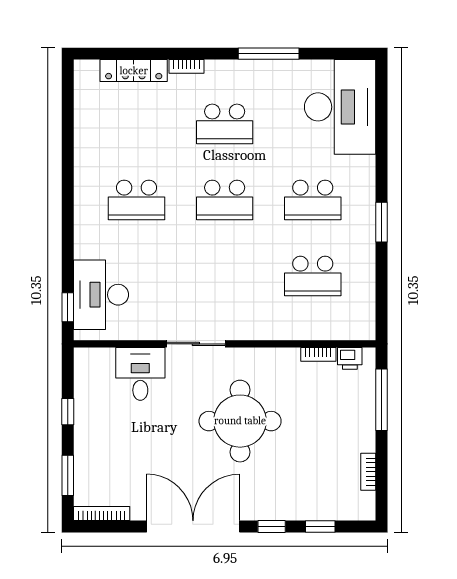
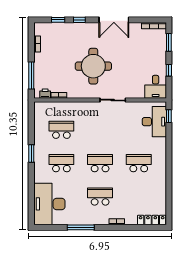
locker: (134, 71) -> (152, 220), moved
desk: (140, 374) -> (156, 87), moved
double door: (193, 526) -> (114, 20), width x0.73

